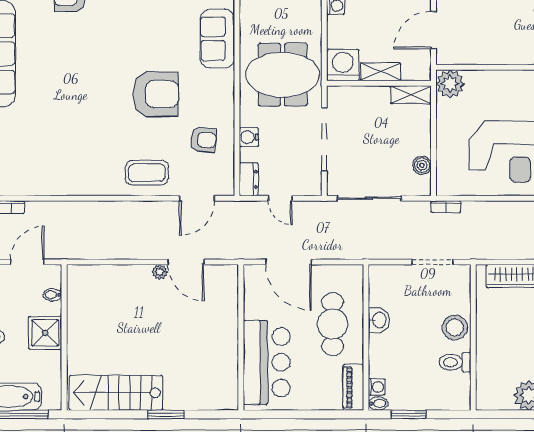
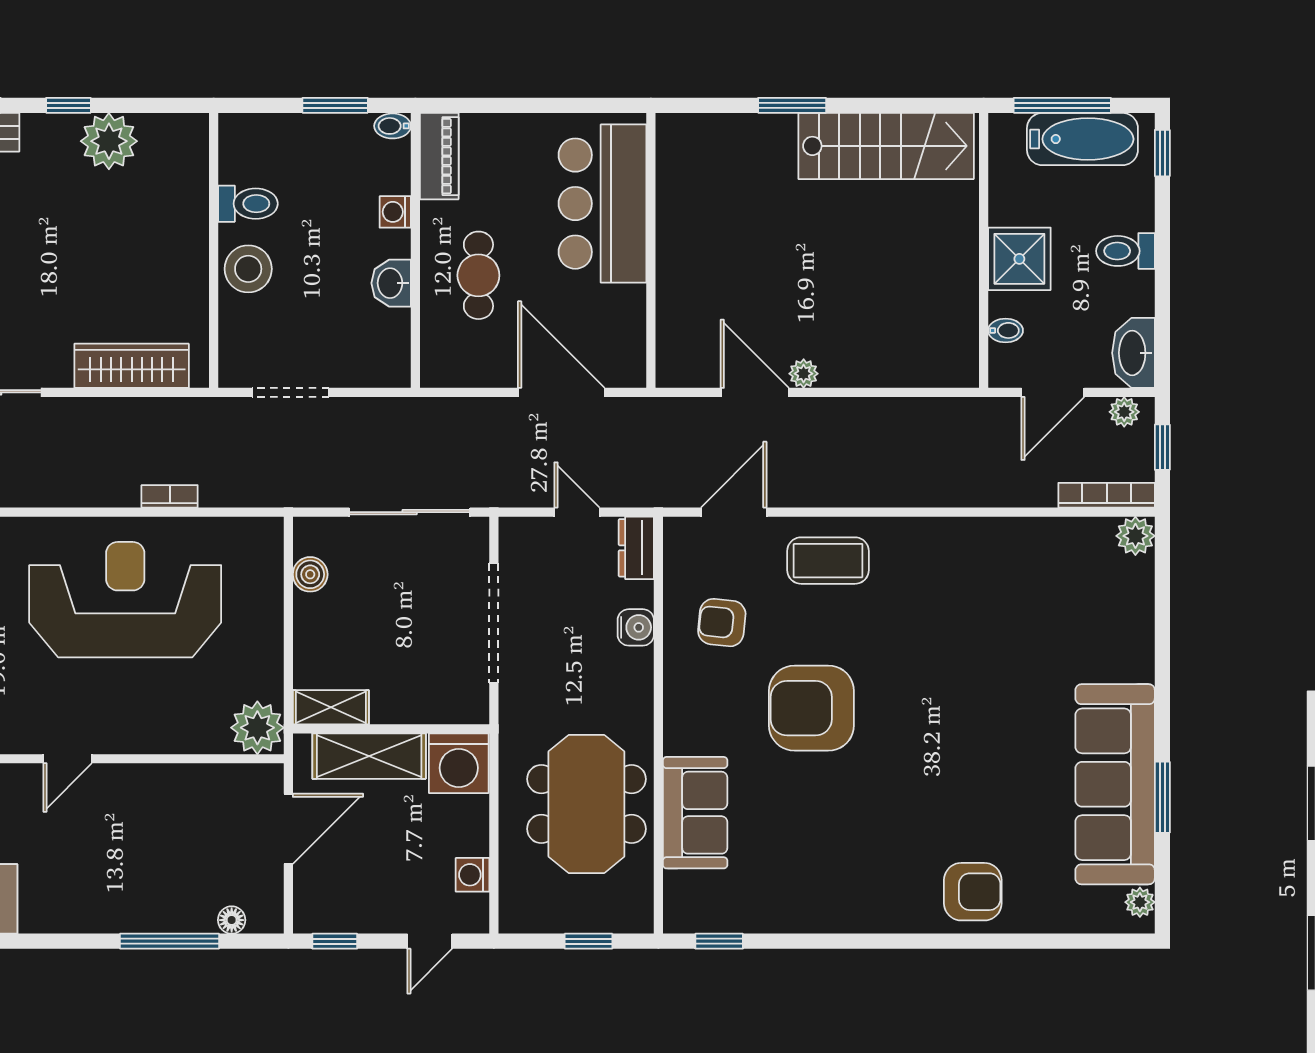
shelving: (381, 72) -> (369, 756), width x1.50, depth x1.33
meeting table: (283, 75) -> (586, 804), moved, turned 90
bookcase: (446, 207) -> (170, 496), moved
cafe table: (333, 324) -> (478, 275), width x0.73, depth x0.74
washing machine: (377, 387) -> (395, 212), moved

